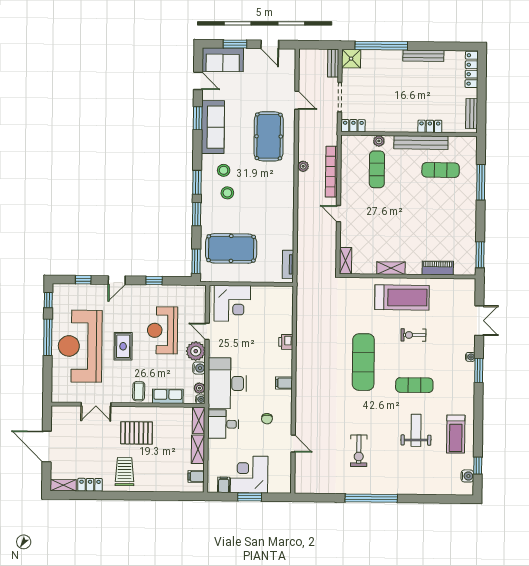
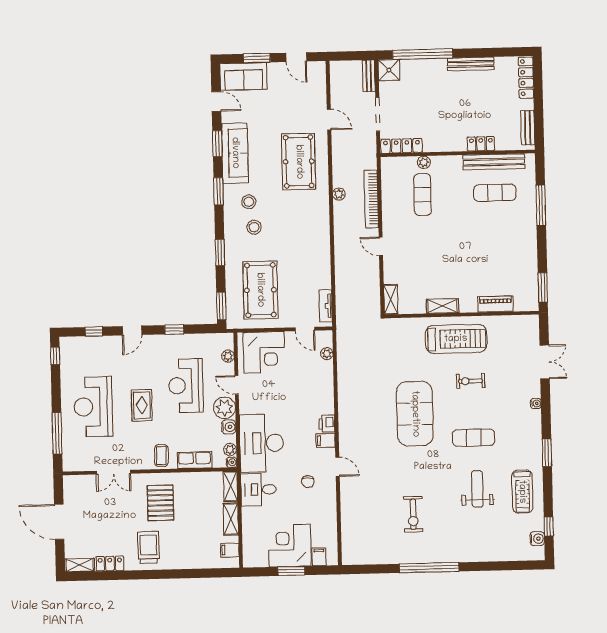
locker: (353, 126) -> (402, 146), width x1.53
bench: (421, 143) -> (494, 162), moved
window: (197, 182) -> (218, 191), moved
pool table: (231, 248) -> (260, 290), turned 90
door: (269, 284) -> (305, 329), added
plant: (200, 306) -> (228, 356), added
plant: (288, 307) -> (327, 354), added
window: (48, 337) -> (57, 433), moved
printer: (286, 342) -> (327, 424), moved
reception desk: (80, 346) -> (93, 407), width x0.74, depth x0.77
exercise mat: (363, 362) -> (415, 414), width x1.47
window: (479, 370) -> (547, 453), moved
pallet: (137, 433) -> (160, 503), turned 90
door: (293, 444) -> (338, 467), moved
filing cabinet: (224, 485) -> (319, 557), moved

